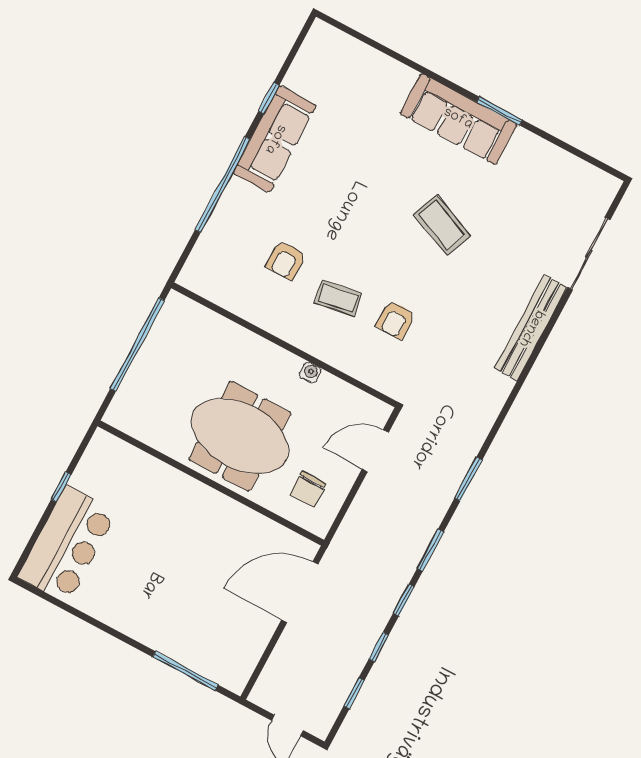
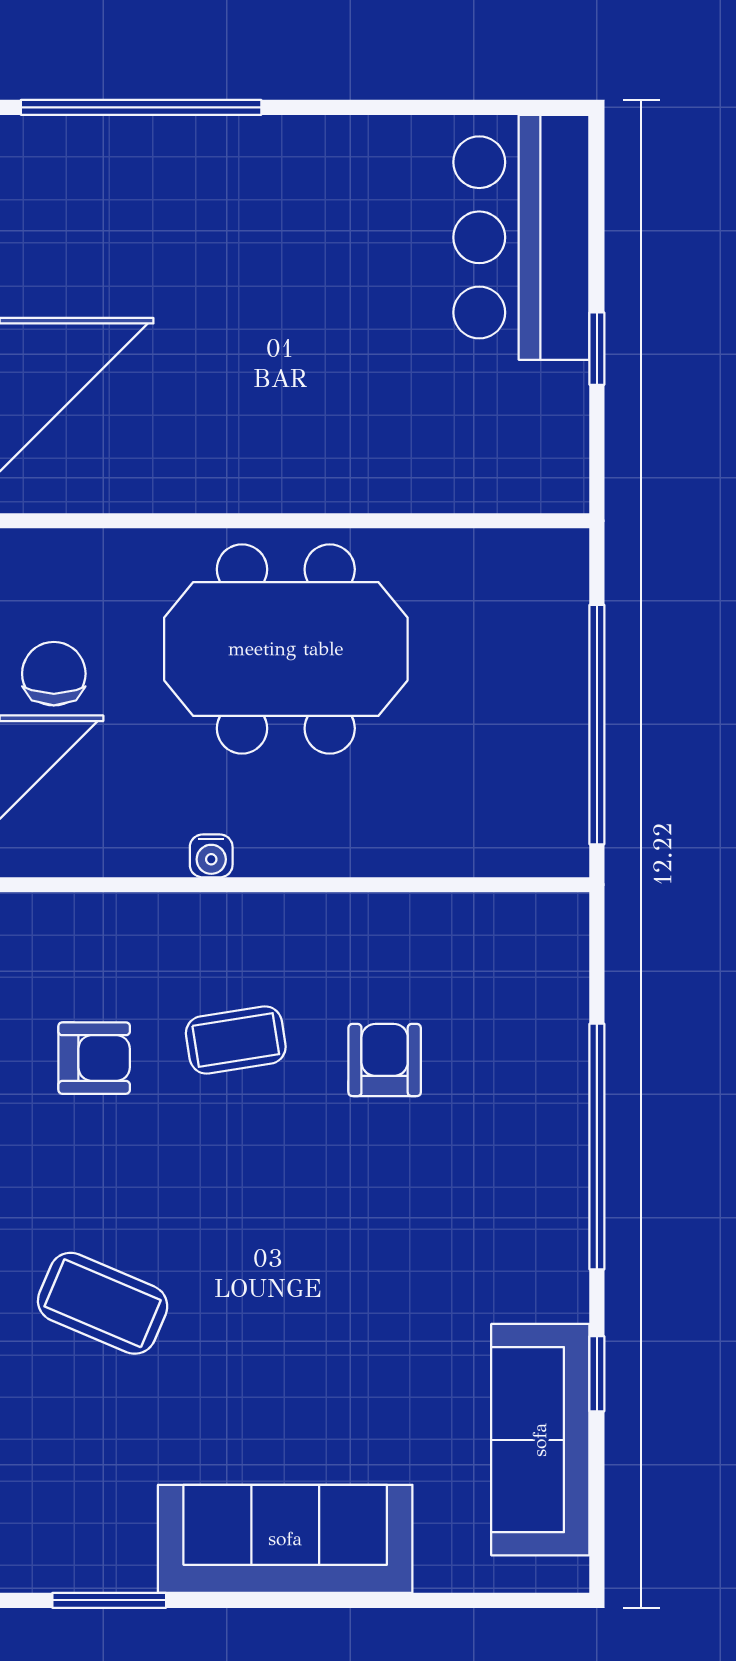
sofa: (458, 119) -> (285, 1539), moved
sofa: (275, 139) -> (540, 1440), moved
armchair: (396, 320) -> (94, 1058), turned 90
chair: (308, 489) -> (54, 674), moved
window: (185, 671) -> (141, 107), width x1.46

